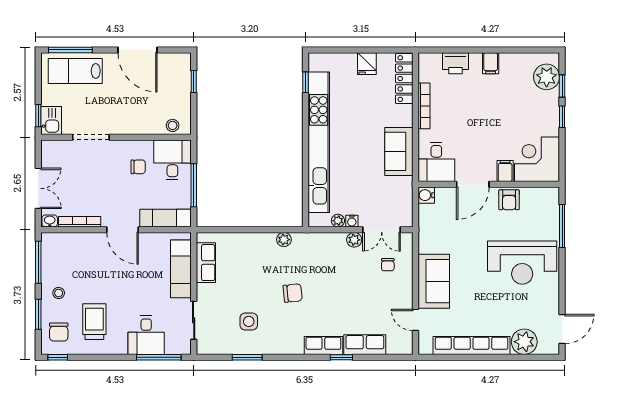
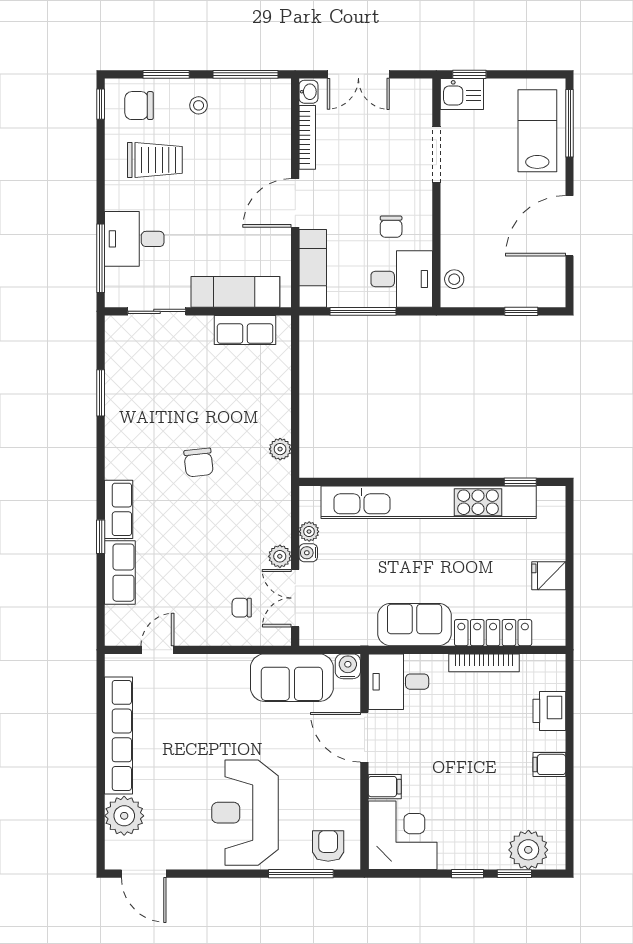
locker: (404, 79) -> (493, 633), moved
armchair: (509, 200) -> (328, 846), moved, turned 90
sofa: (434, 281) -> (292, 678), moved
side table: (249, 321) -> (155, 395), removed

